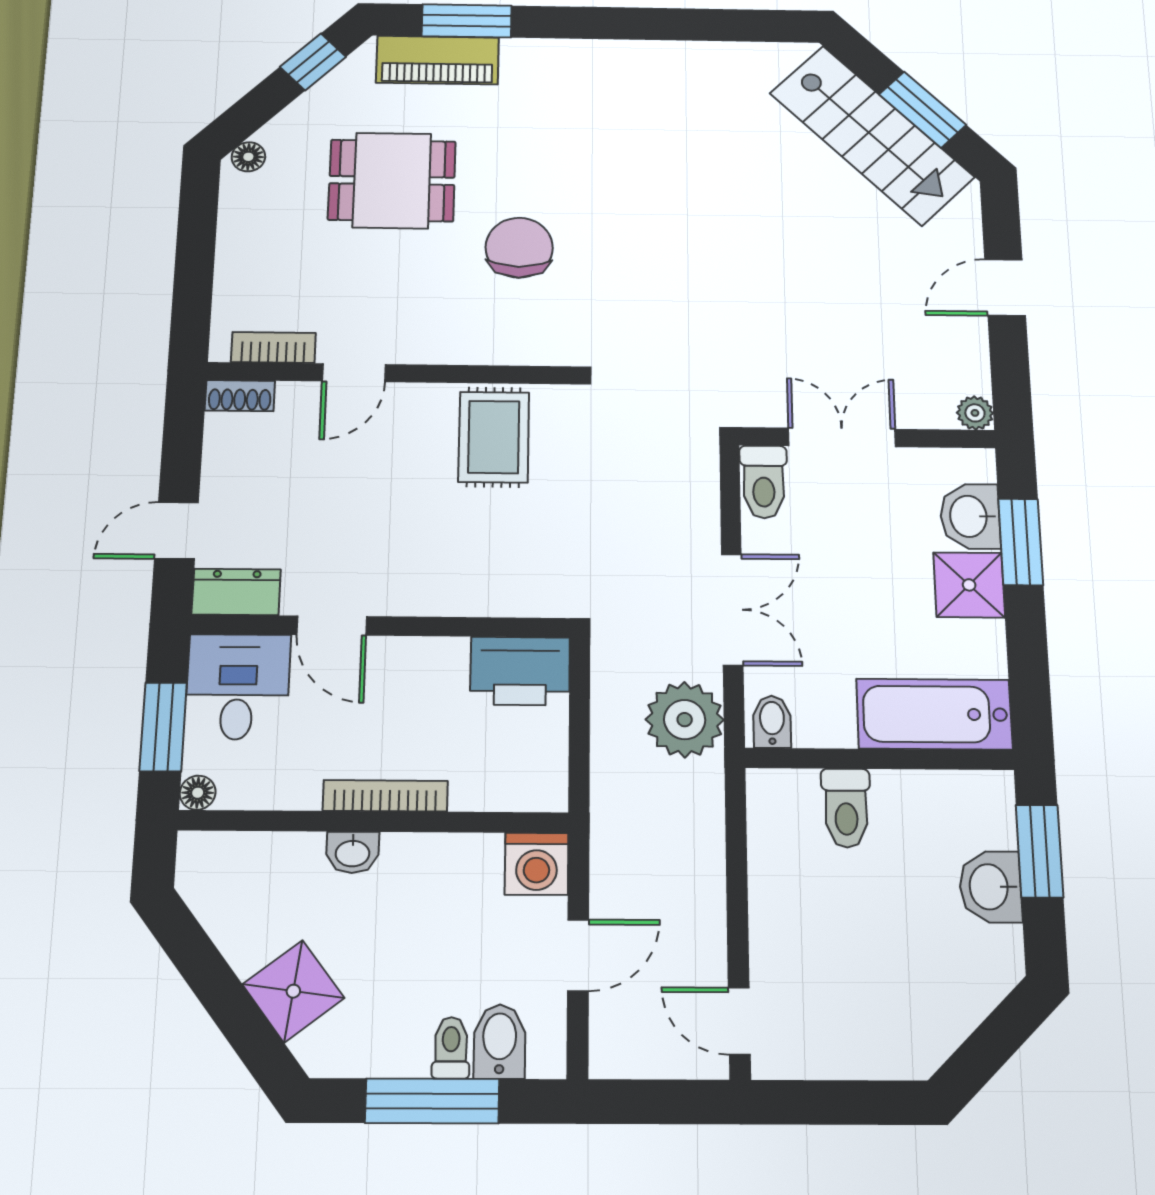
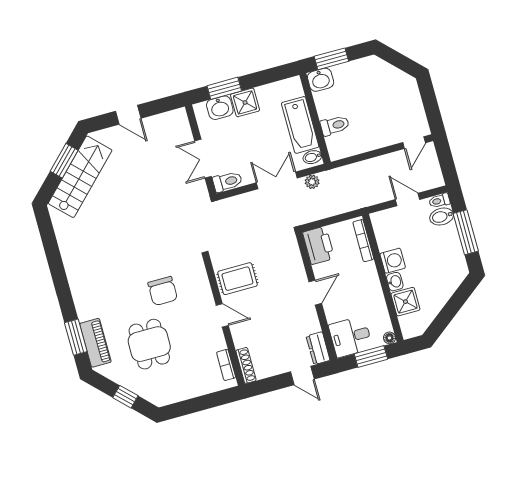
window: (313, 62) -> (125, 397), moved
floor lamp: (248, 157) -> (155, 398), removed
chair: (519, 248) -> (163, 291), turned -90
door: (354, 373) -> (222, 315), moved
shoe rack: (240, 396) -> (246, 365), width x1.43
plant: (975, 413) -> (180, 115), removed
door: (332, 626) -> (315, 293), moved
bathtub: (934, 714) -> (300, 125), moved
plant: (685, 720) -> (312, 182), width x0.53, depth x0.53
bookcase: (385, 796) -> (363, 241), moved
washing machine: (537, 864) -> (393, 261), moved
washbasin: (990, 887) -> (321, 80), moved
shower: (293, 991) -> (405, 302), moved, turned 38
toilet: (451, 1048) -> (439, 201), moved

